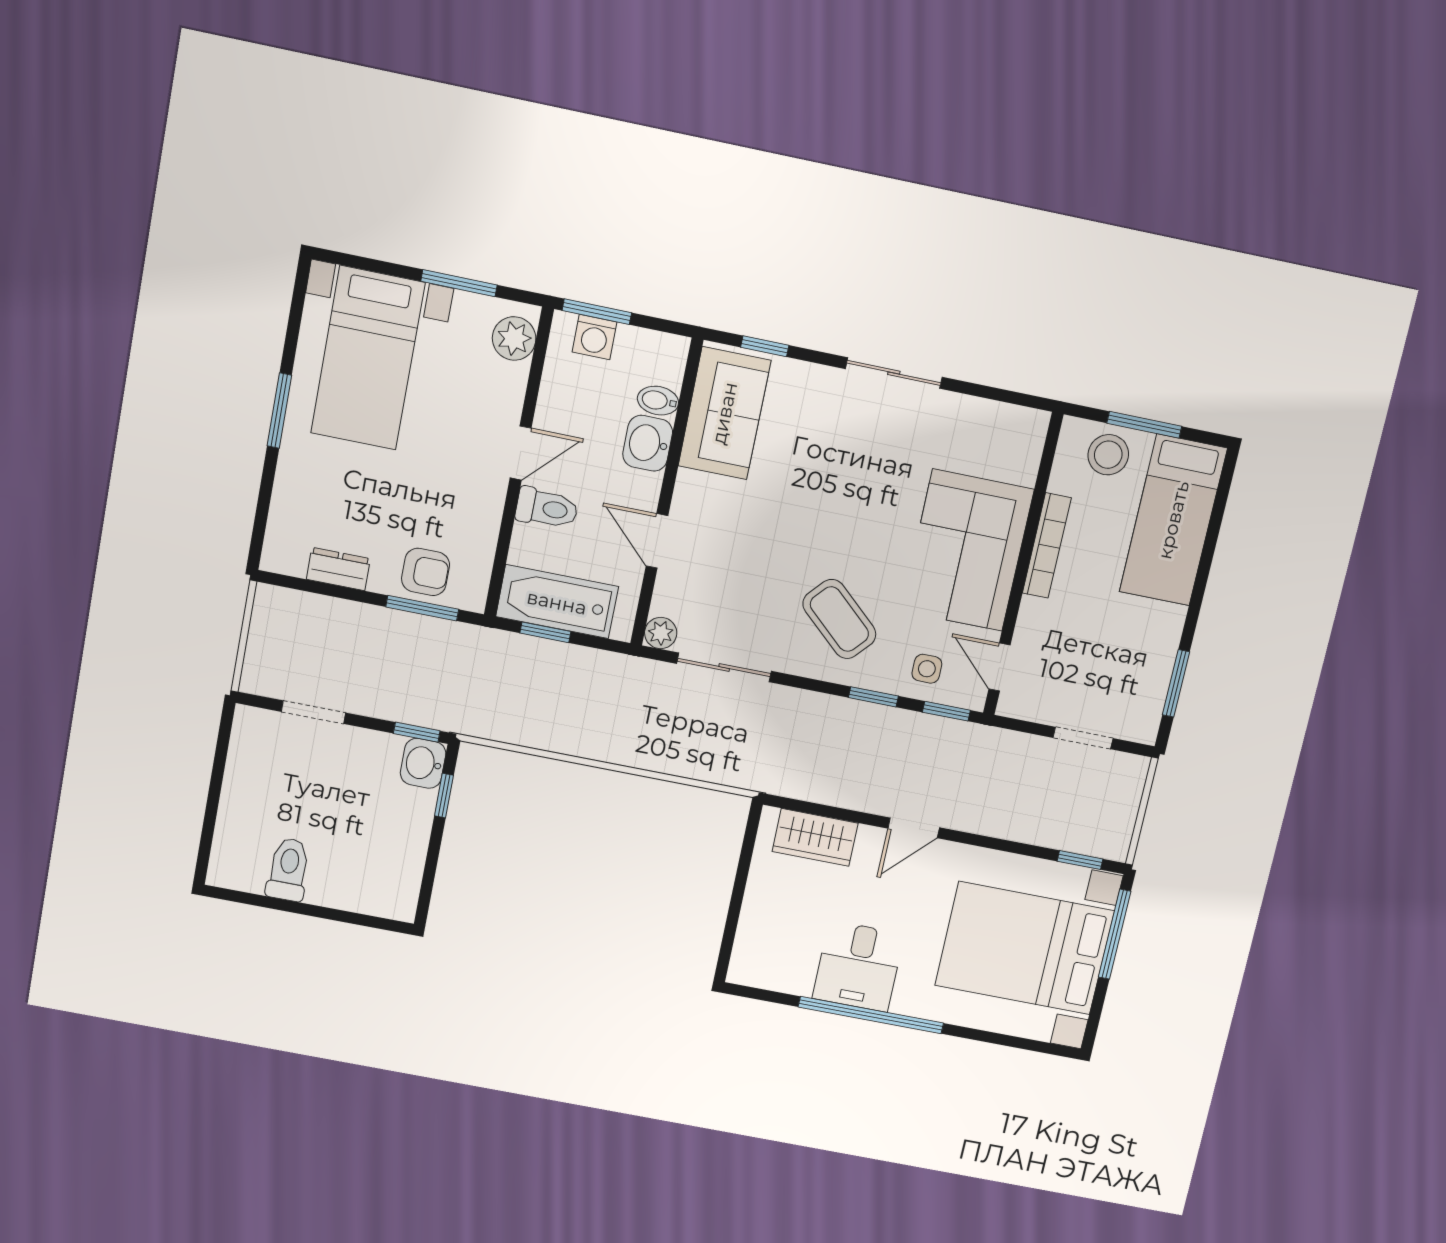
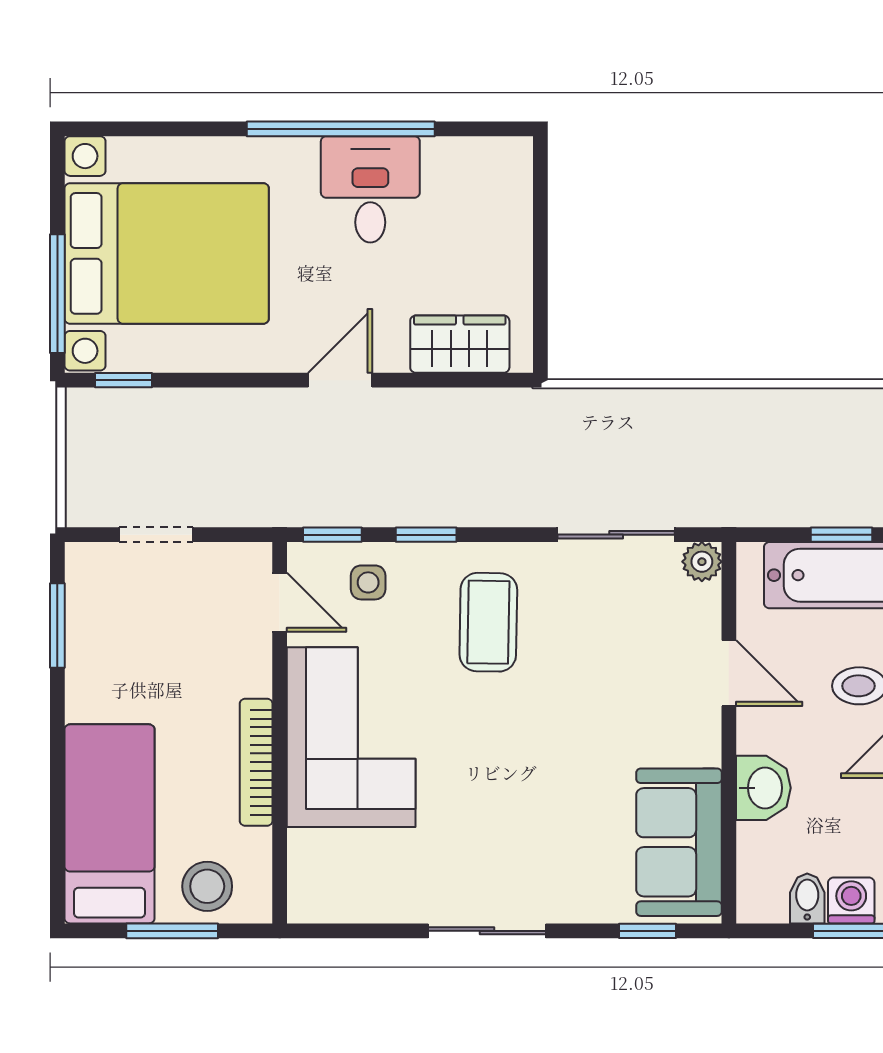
bidet: (658, 401) -> (807, 898), moved, turned -90
coffee table: (839, 619) -> (488, 622), turned 49

